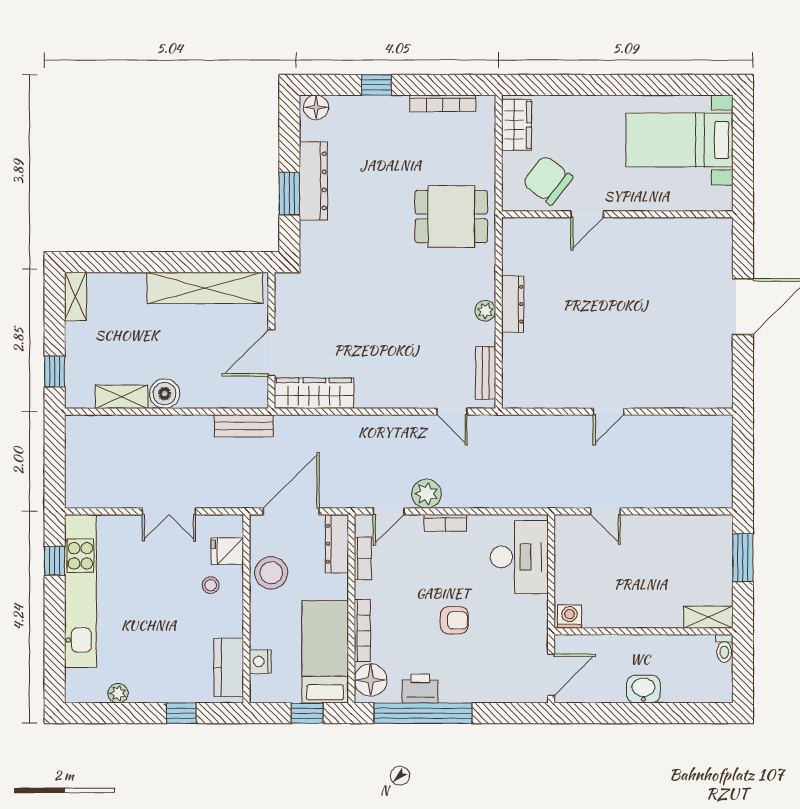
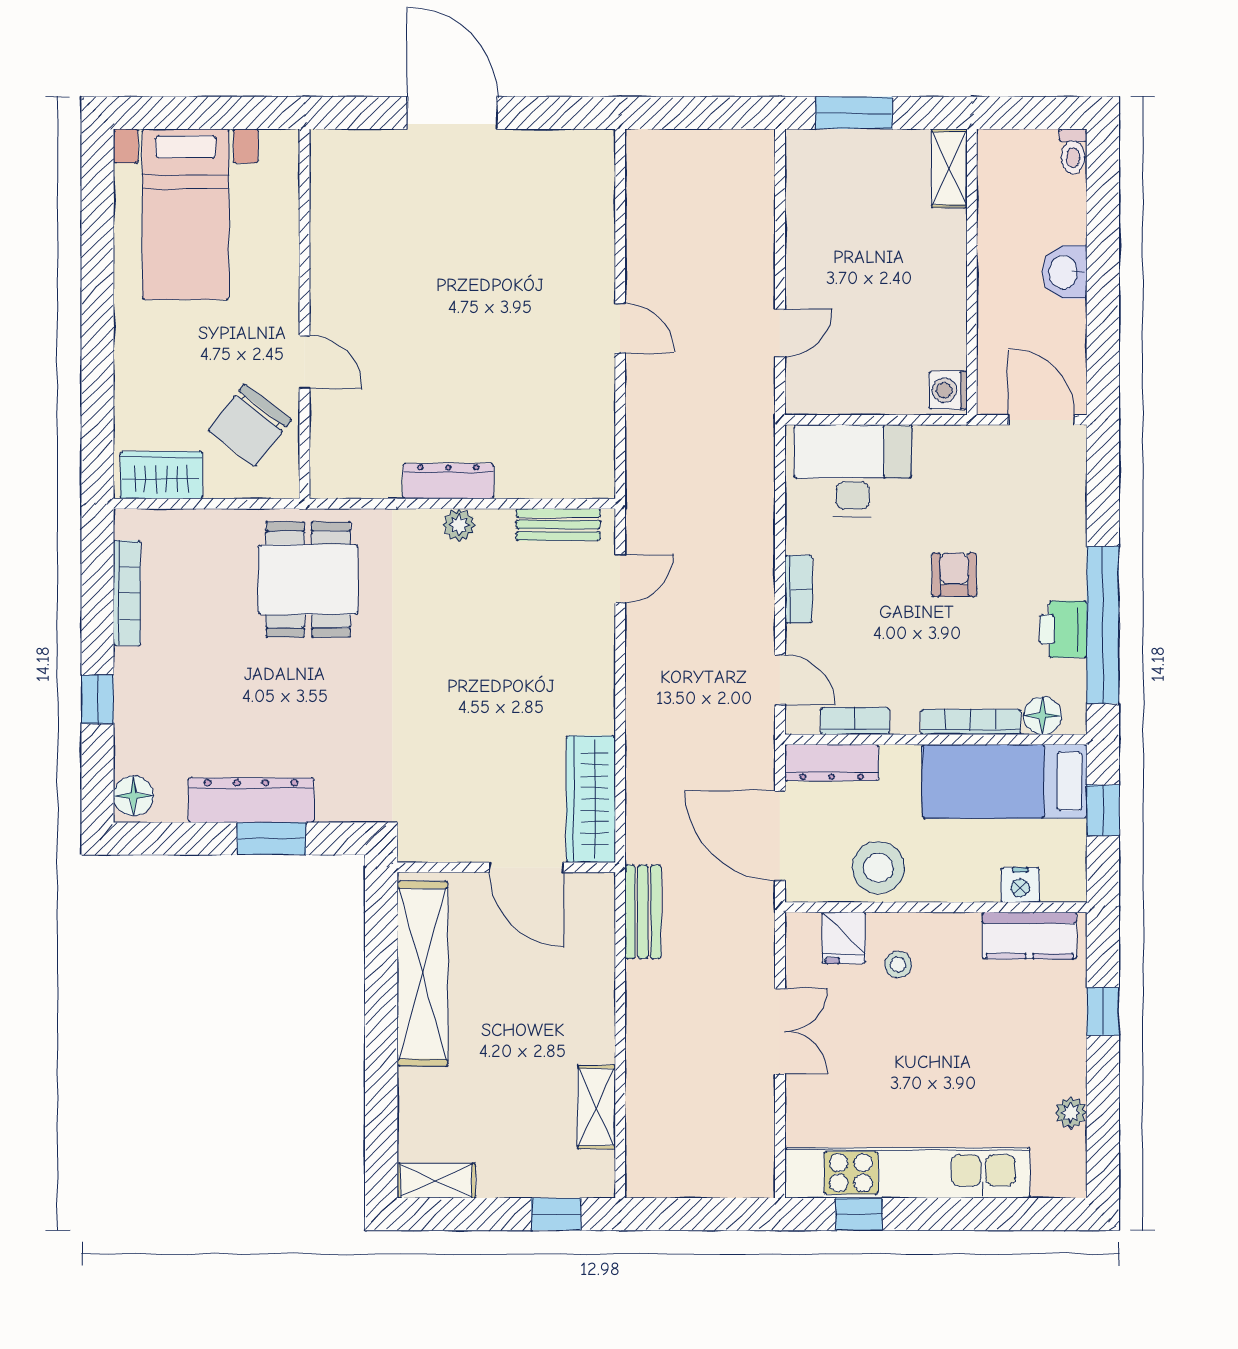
boiler: (165, 394) -> (591, 1038), removed
plant: (426, 494) -> (752, 619), removed
toilet: (724, 648) -> (1073, 151), moved, turned 90
floor lamp: (371, 680) -> (1043, 716), width x0.73, depth x0.73

